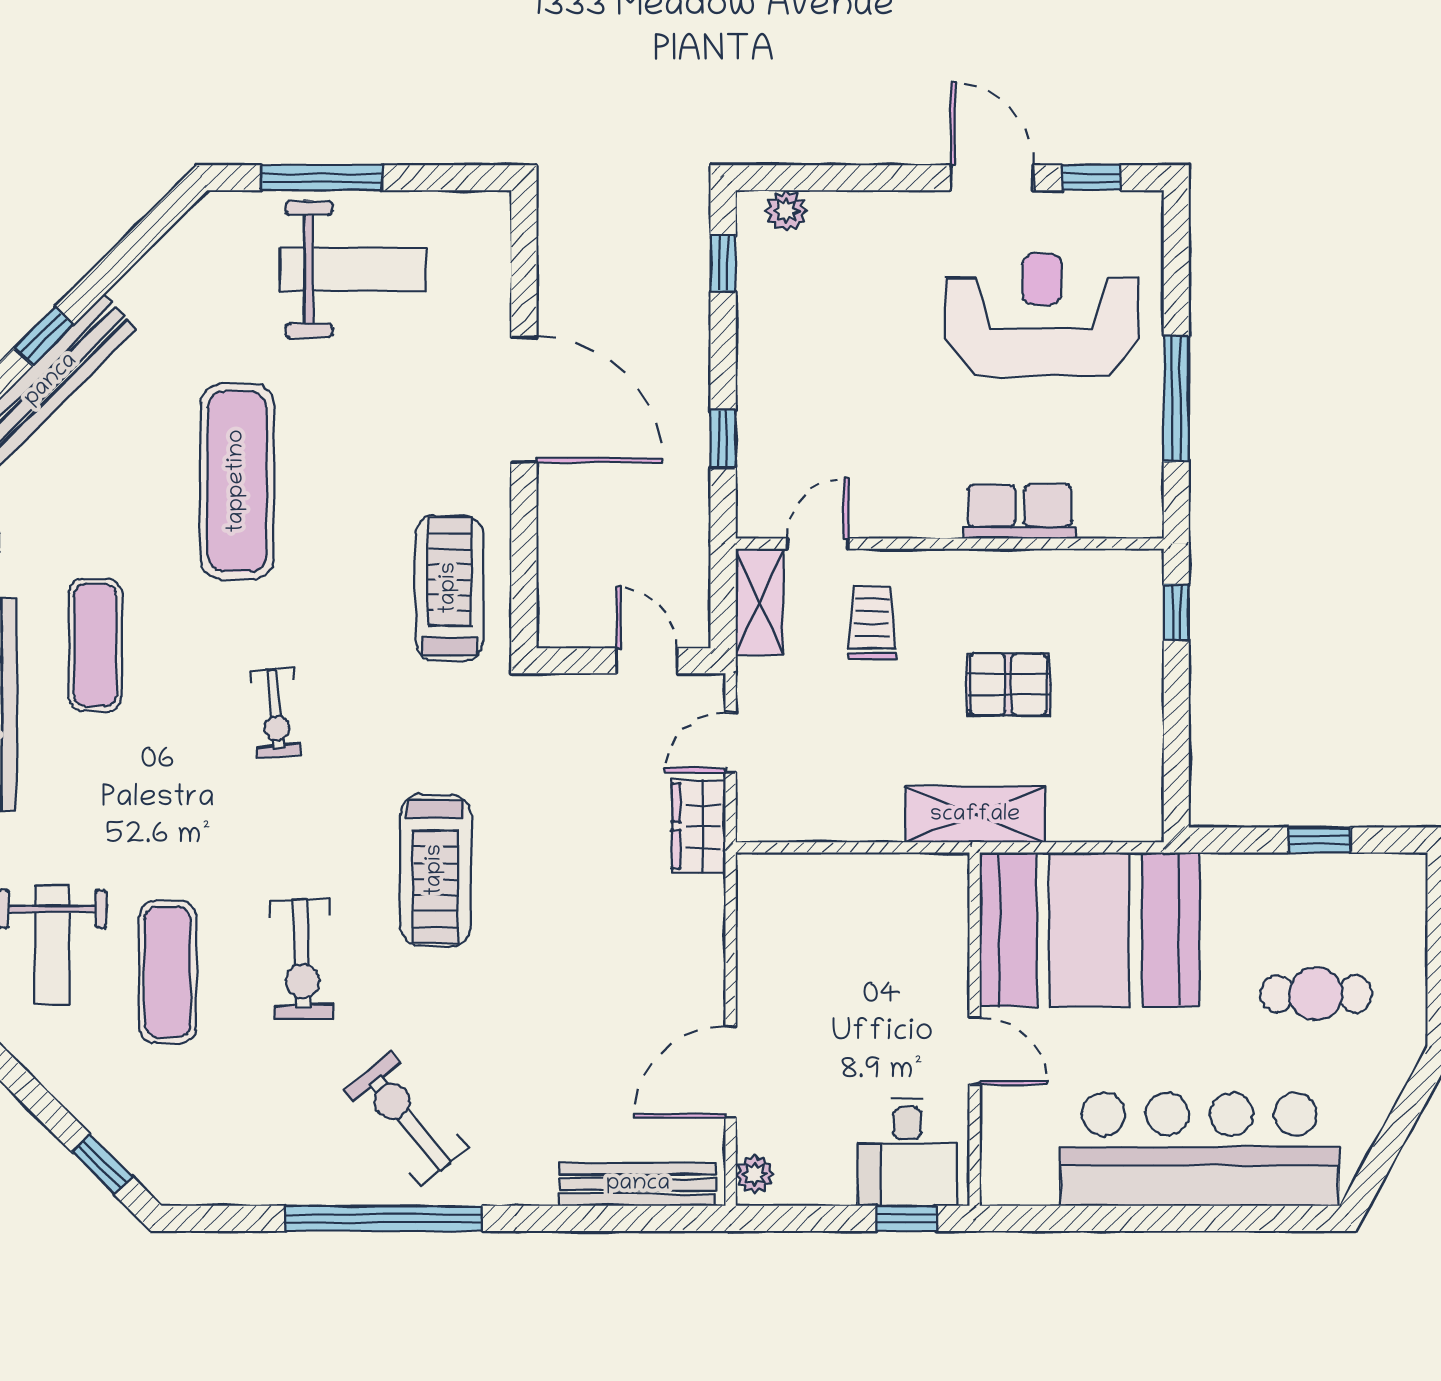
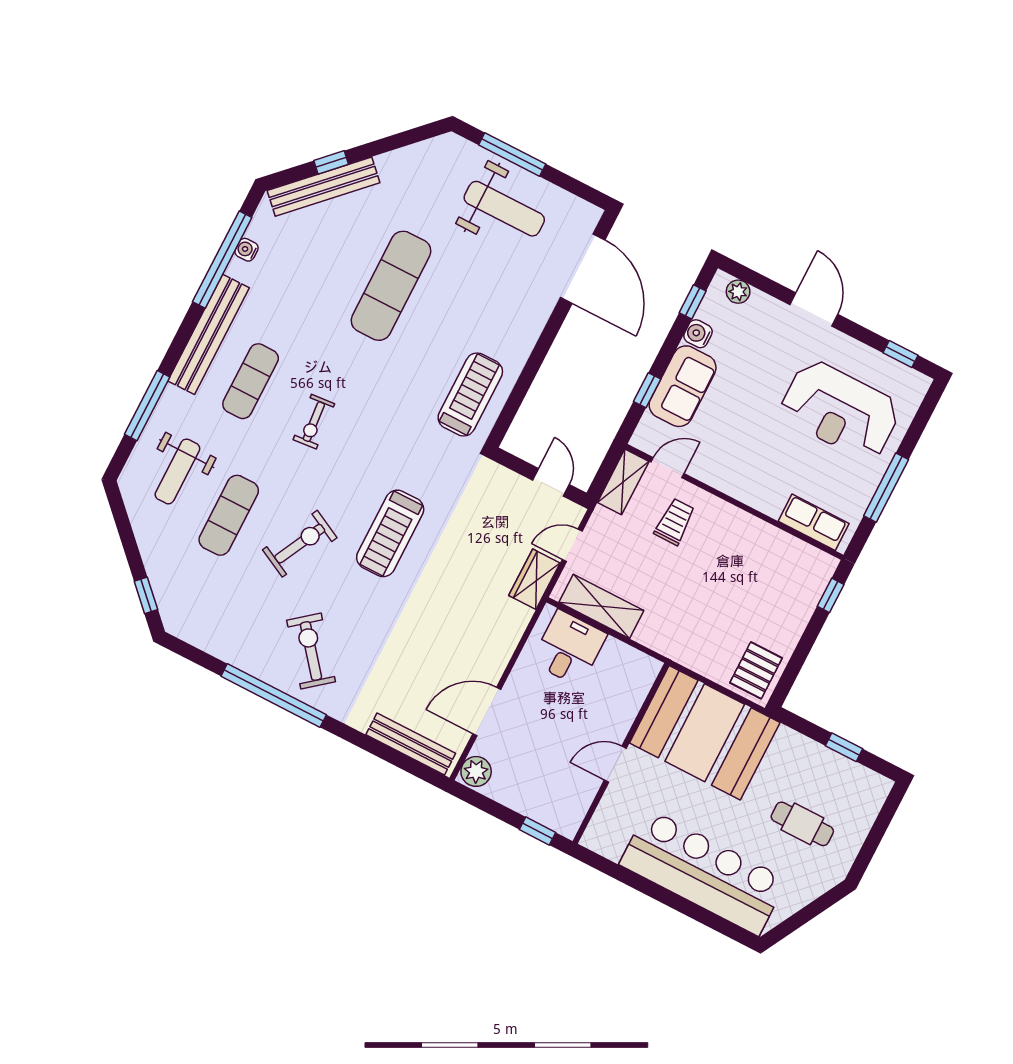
door: (992, 178) -> (814, 310), moved
water cooler: (757, 309) -> (698, 334), added
reception desk: (1042, 315) -> (840, 410), turned 180
door: (524, 400) -> (583, 269), moved
sofa: (775, 404) -> (683, 386), added
row of seats: (1020, 512) -> (814, 522), moved
exercise mat: (95, 645) -> (251, 381), moved
pallet: (1008, 684) -> (756, 670), moved, turned 90
exercise bike: (276, 713) -> (314, 422), moved
shelving: (975, 815) -> (601, 606), moved
exercise bike: (302, 959) -> (300, 544), turned -151
door: (975, 1051) -> (615, 764), swing flipped
desk: (907, 1152) -> (569, 648), moved, turned 180
plant: (755, 1175) -> (476, 771), width x1.38, depth x1.38

